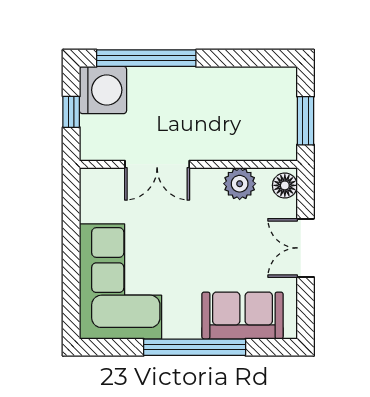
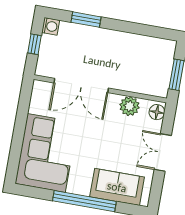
window: (146, 58) -> (86, 20), width x0.47
washing machine: (103, 90) -> (51, 26), width x0.53, depth x0.53
double door: (157, 164) -> (81, 85), width x1.37

